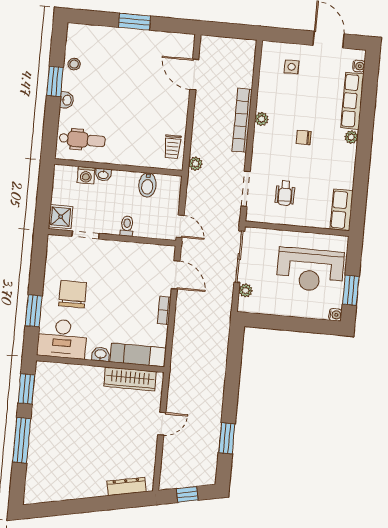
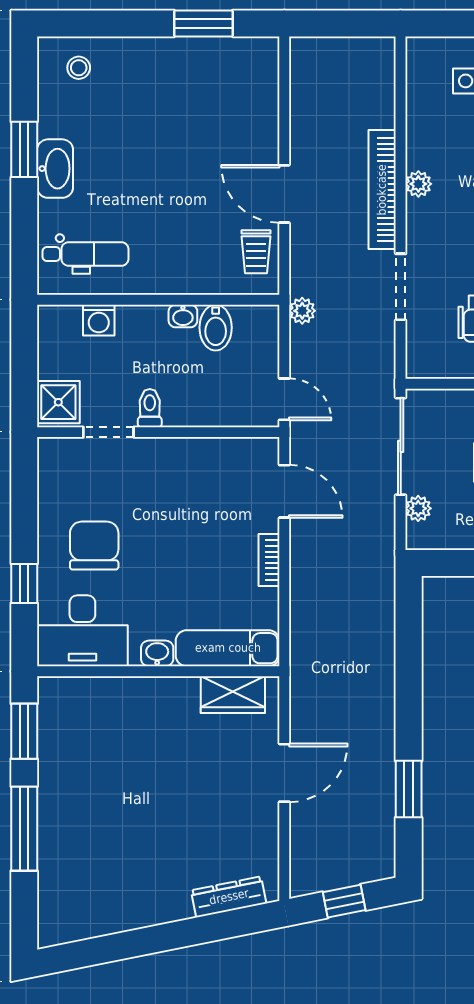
window: (135, 22) -> (203, 23), moved
stool: (74, 64) -> (79, 68), moved
door: (194, 75) -> (284, 194), moved
washbasin: (67, 100) -> (55, 169), width x1.91, depth x1.45
plant: (196, 164) -> (302, 311), moved
washbasin: (103, 175) -> (183, 316), moved
doorway: (246, 189) -> (401, 287), moved
toilet: (127, 226) -> (150, 408), moved
window: (34, 311) -> (24, 583), width x0.67
wardrobe: (130, 379) -> (233, 695), width x0.67
door: (162, 424) -> (284, 773), width x1.38

